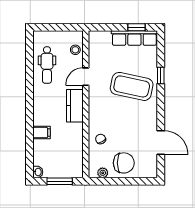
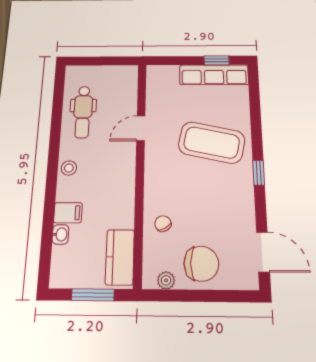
stool: (75, 50) -> (69, 168), moved
window: (161, 76) -> (259, 173), moved
kitchen counter: (75, 106) -> (120, 257), moved
door: (161, 142) -> (263, 252), moved
washbasin: (38, 172) -> (60, 234), moved

